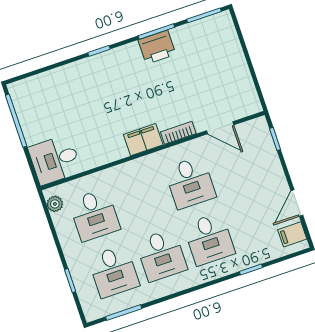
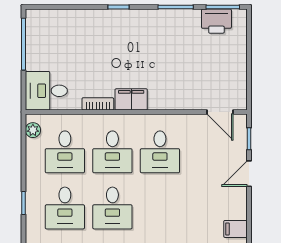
printer: (157, 47) -> (216, 21), moved
door: (220, 128) -> (220, 112), moved
bookcase: (178, 133) -> (98, 104), moved
door: (297, 203) -> (249, 174), moved
desk: (209, 239) -> (112, 152), moved

